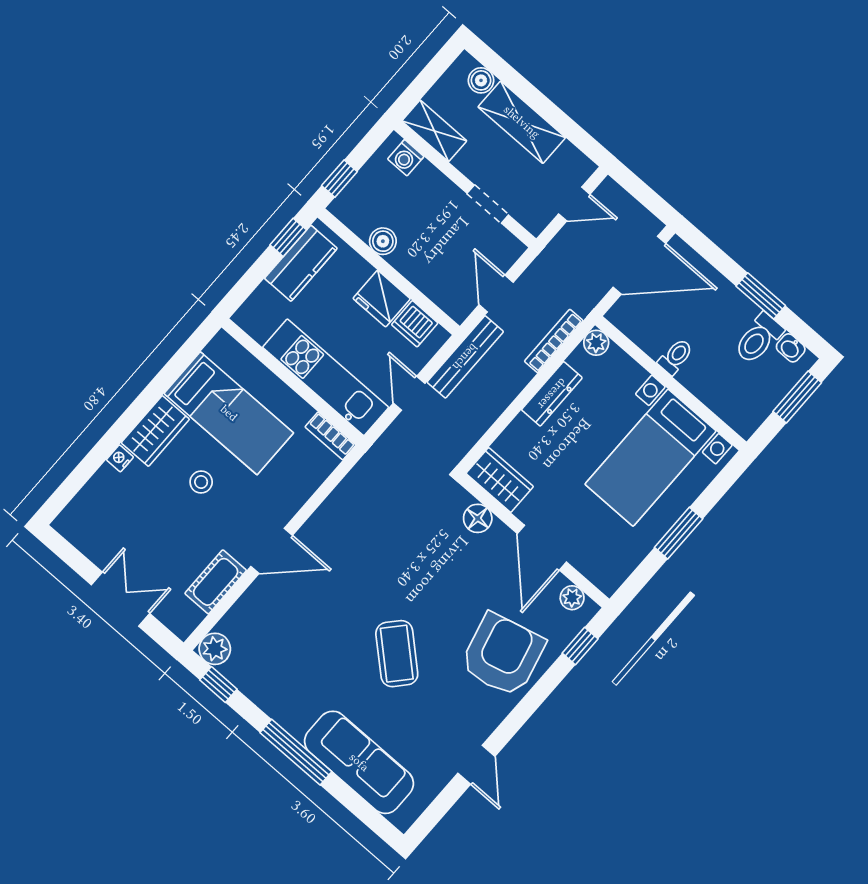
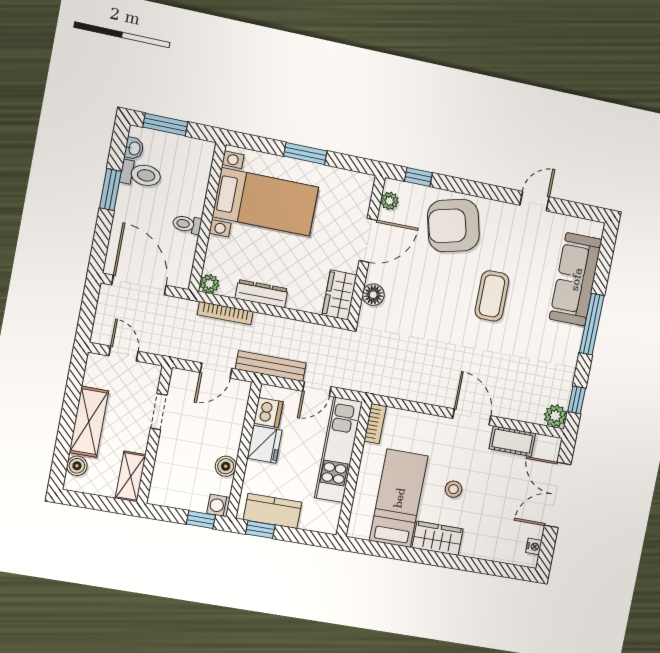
washing machine: (406, 158) -> (218, 505), moved, turned 180
nightstand: (120, 458) -> (534, 546), moved, turned -90
double door: (120, 599) -> (558, 495), width x1.37
coffee table: (397, 654) -> (492, 296), turned -42

